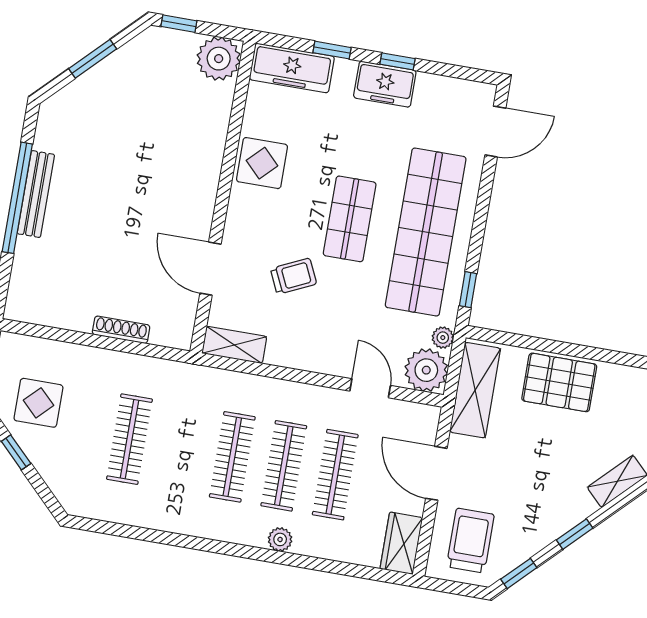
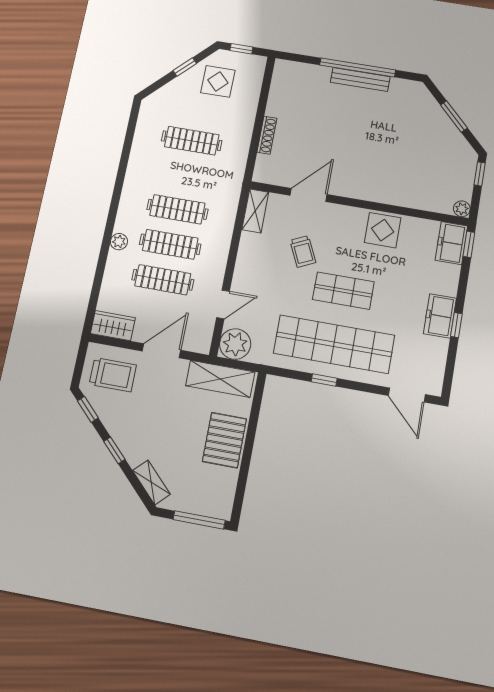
window: (332, 50) -> (469, 244), moved
plant: (219, 59) -> (462, 209), width x0.53, depth x0.53
freezer: (292, 68) -> (451, 243), width x0.71
window: (468, 290) -> (324, 380), moved
plant: (443, 338) -> (258, 356), removed

